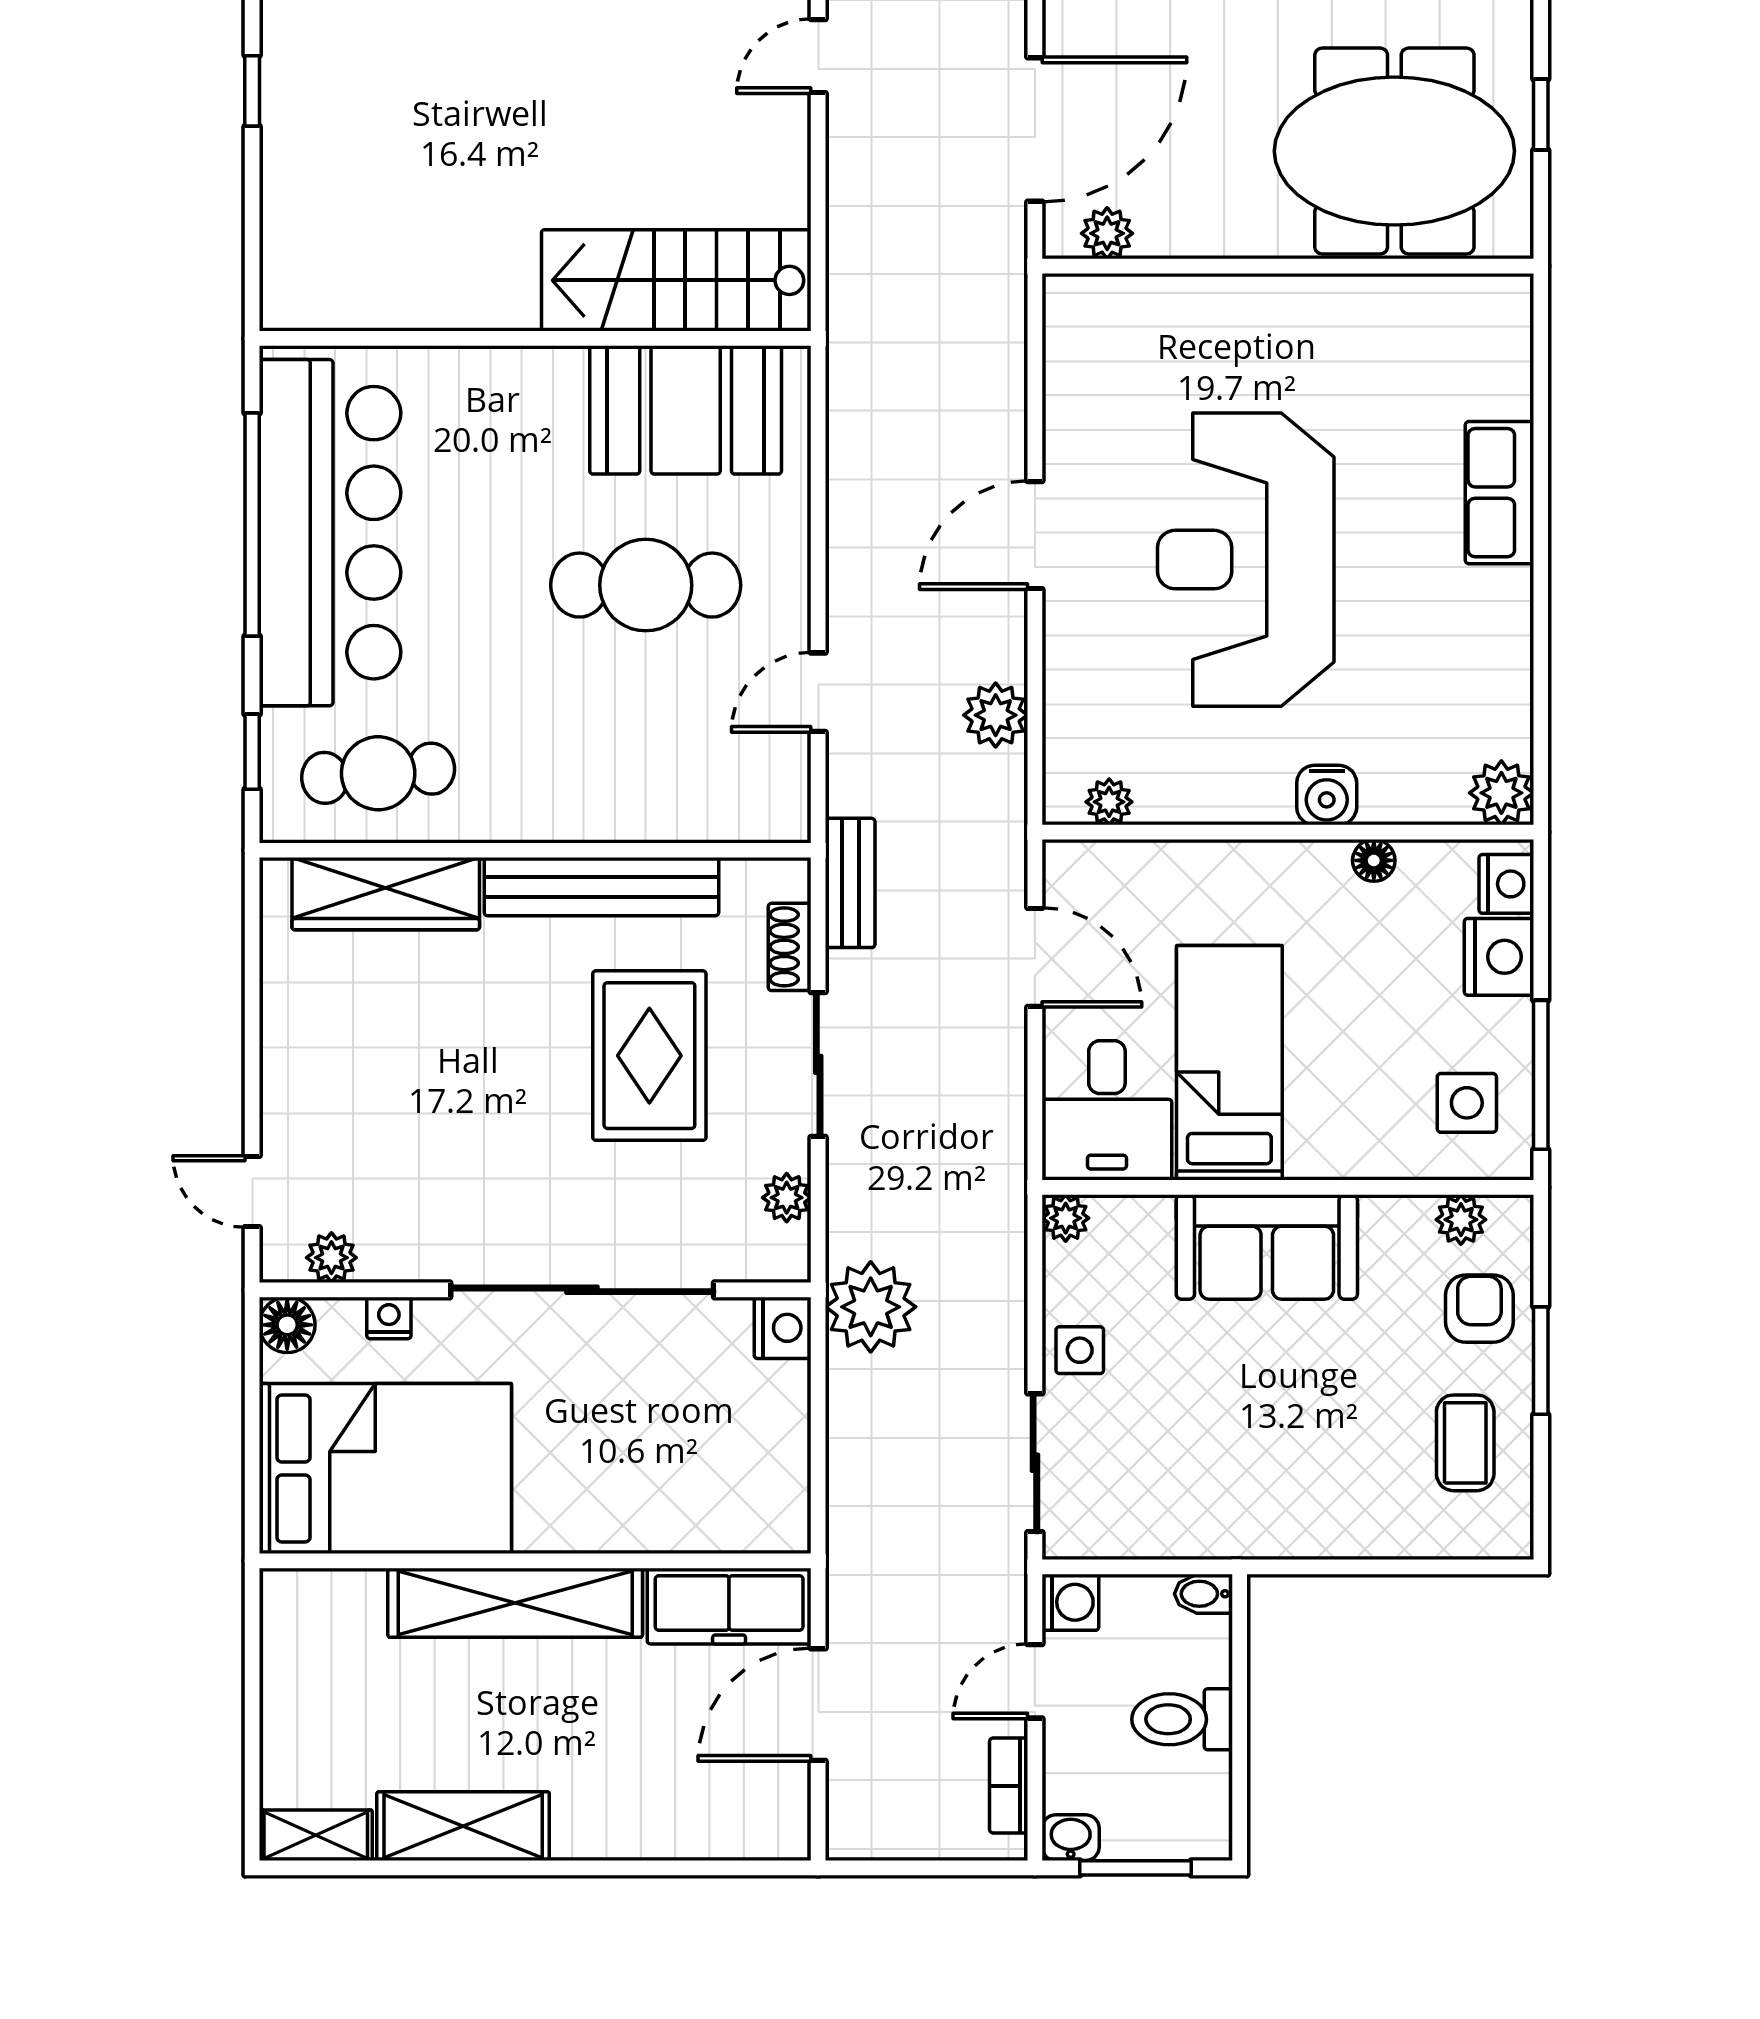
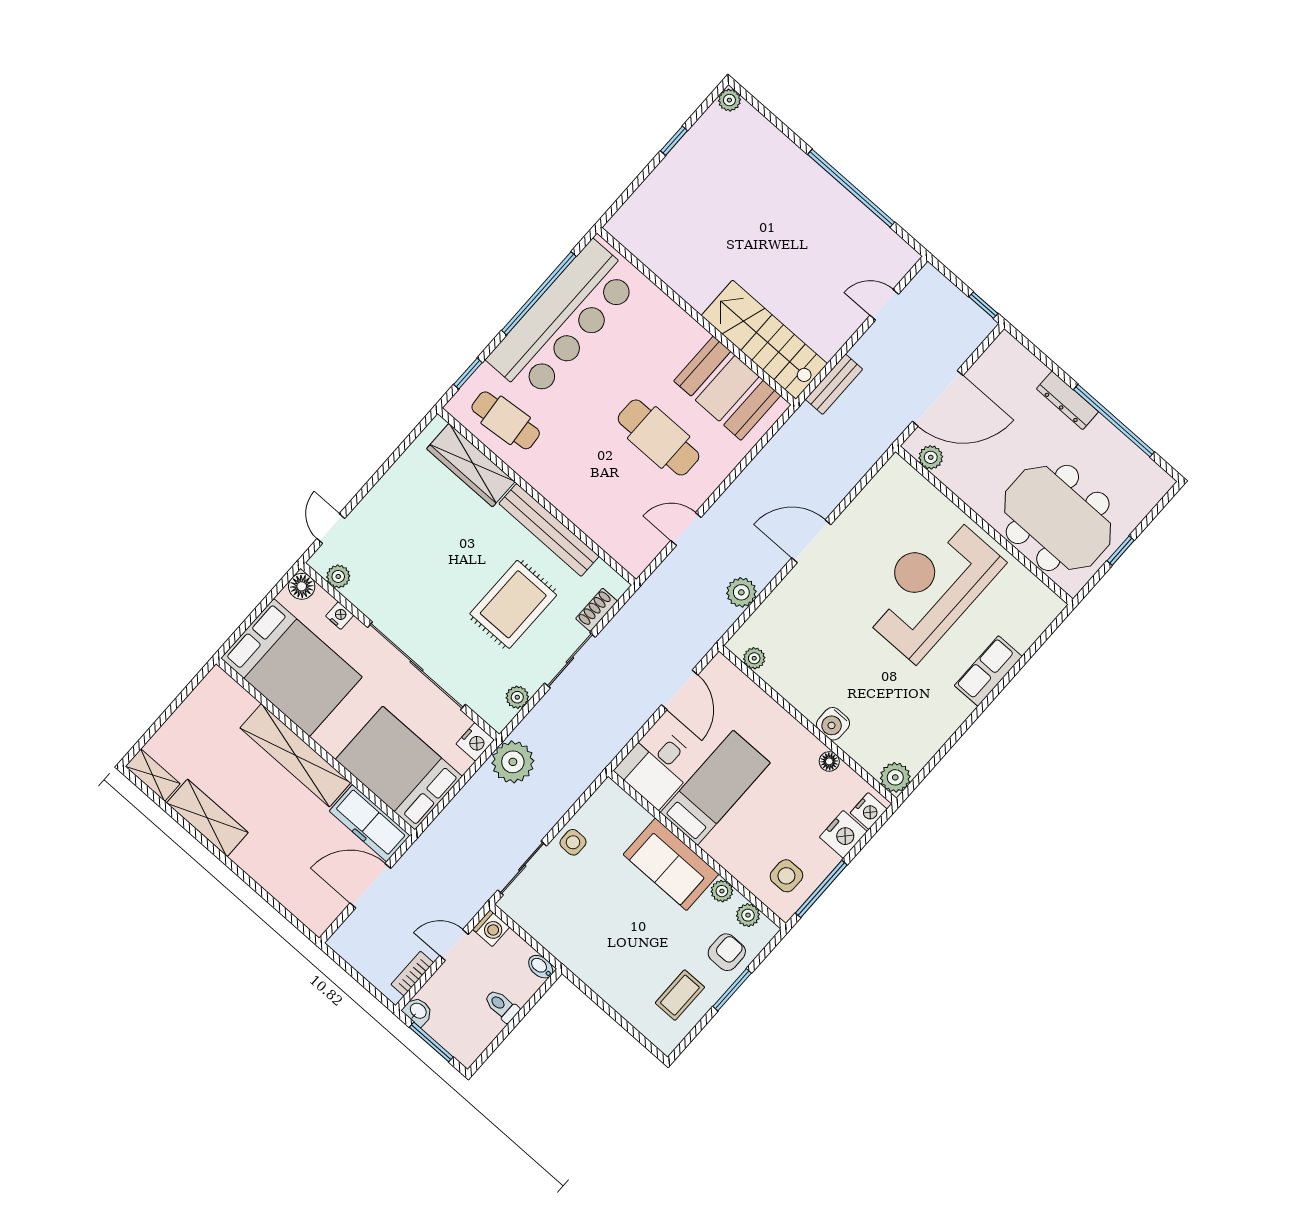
reception desk: (1246, 560) -> (931, 587), moved
bench: (850, 883) -> (834, 384), moved
plant: (1066, 1218) -> (722, 891), moved
bed: (698, 1477) -> (399, 768), added
toilet: (1182, 1719) -> (502, 1006), width x0.73, depth x0.72

